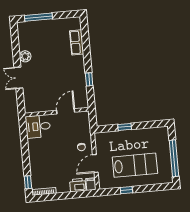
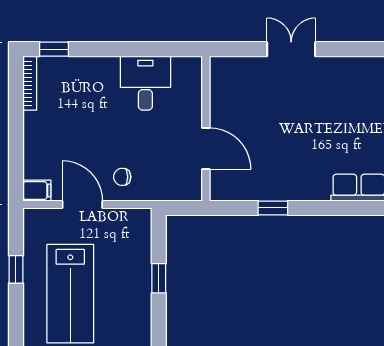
plant: (25, 56) -> (338, 69), removed
desk: (38, 127) -> (145, 83), moved
printer: (78, 185) -> (37, 161), removed

